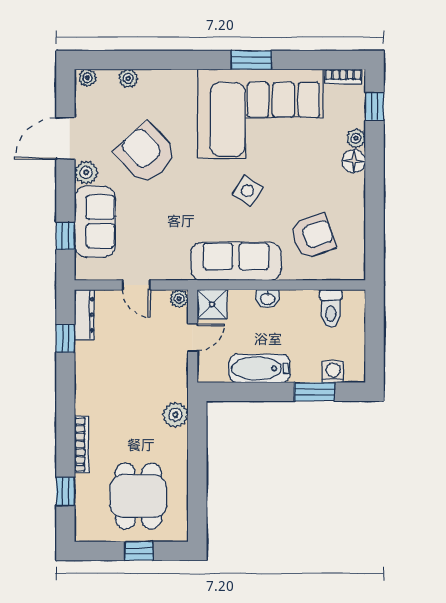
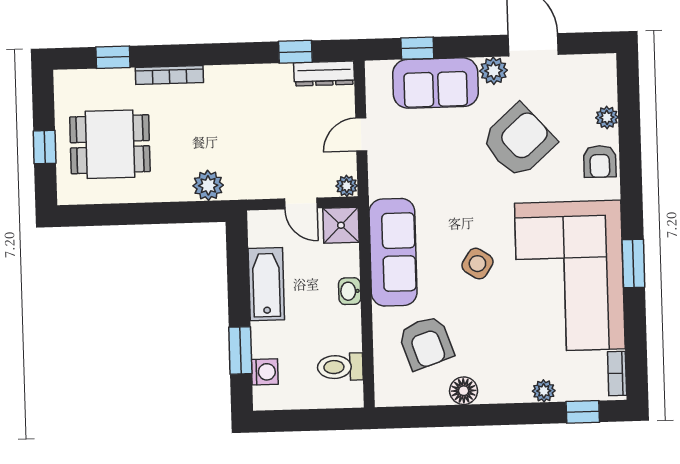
plant: (87, 78) -> (606, 69), removed
armchair: (165, 86) -> (600, 161), added
floor lamp: (354, 161) -> (464, 391), moved

